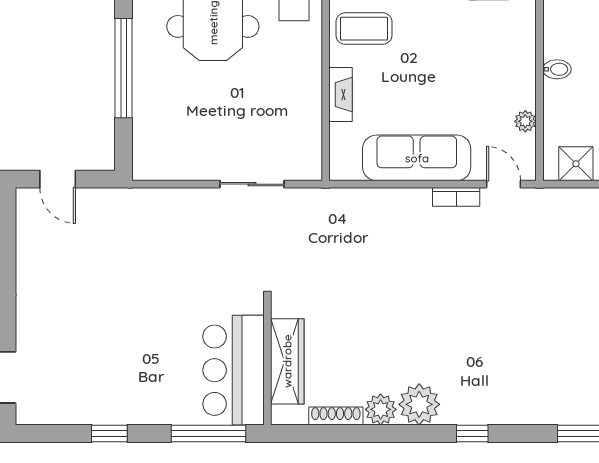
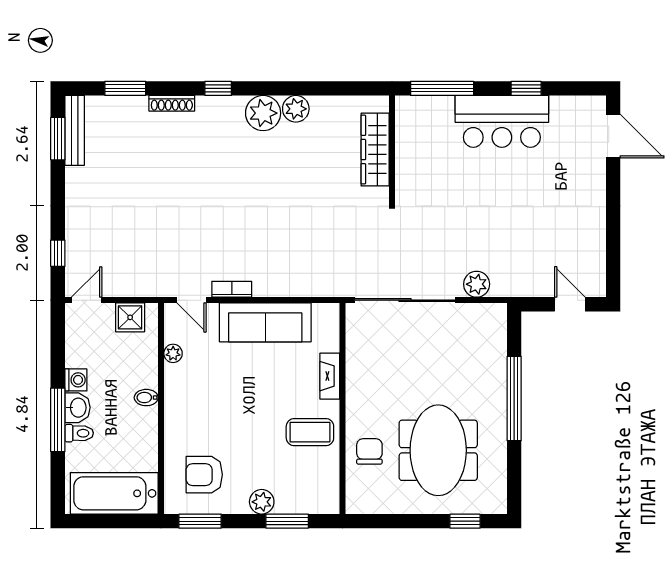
sliding door: (252, 184) -> (405, 300), width x1.86
plant: (168, 203) -> (477, 284), added
bar counter: (233, 370) -> (502, 121), moved, turned 90
shoe rack: (336, 416) -> (172, 103), moved

